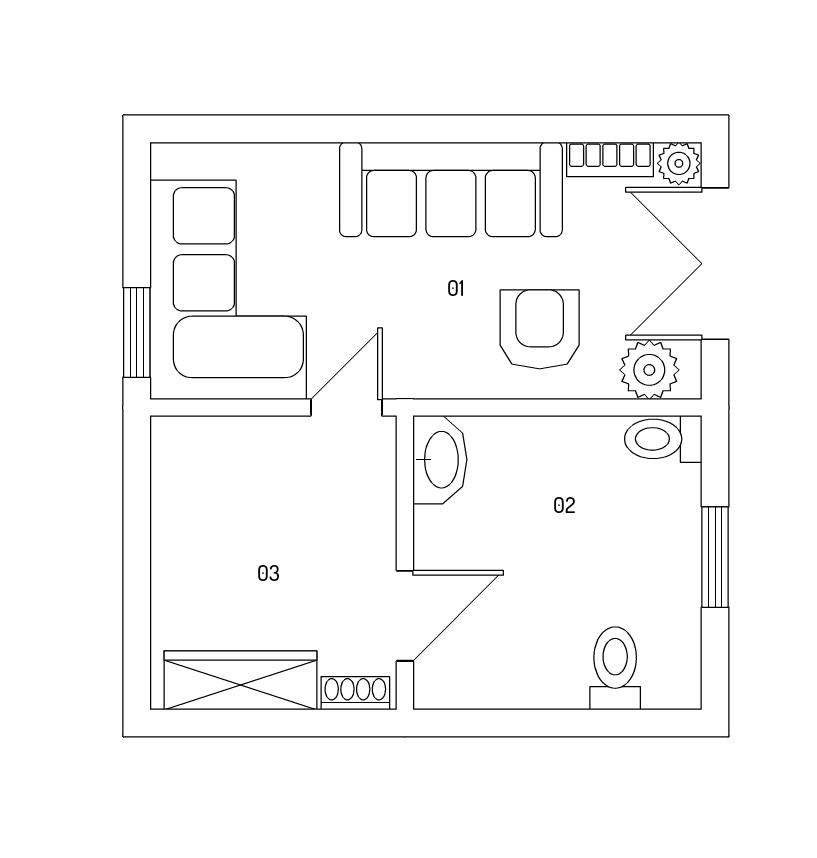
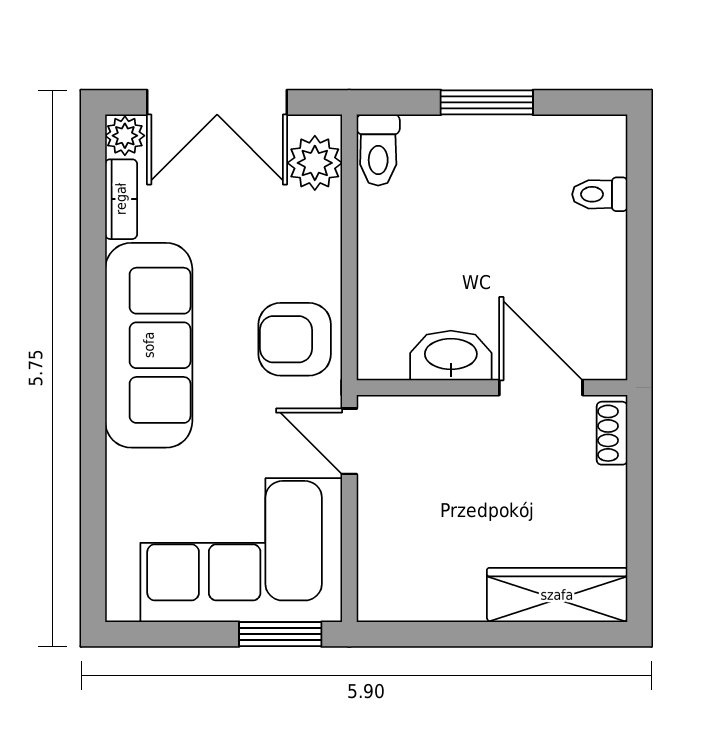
armchair: (540, 329) -> (295, 339), moved
washbasin: (440, 460) -> (451, 355), moved
toilet: (615, 668) -> (600, 194), width x0.73, depth x0.72
wardrobe: (240, 680) -> (557, 595), moved, turned 90

